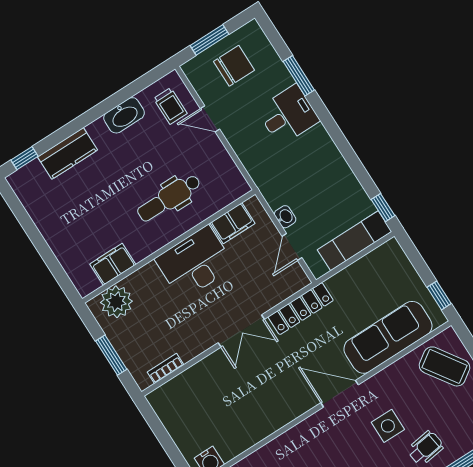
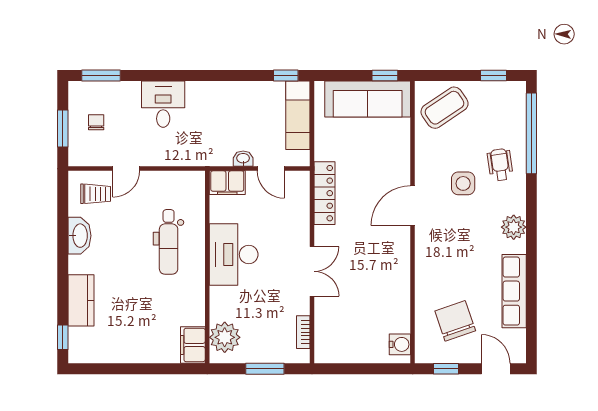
chair: (234, 66) -> (96, 122), width x0.54, depth x0.54
window: (299, 76) -> (101, 76), moved
filing cabinet: (233, 223) -> (227, 183), moved, turned 90
filing cabinet: (113, 264) -> (193, 345), moved
double door: (241, 331) -> (312, 271), moved
sofa: (388, 337) -> (368, 99), moved, turned -90

